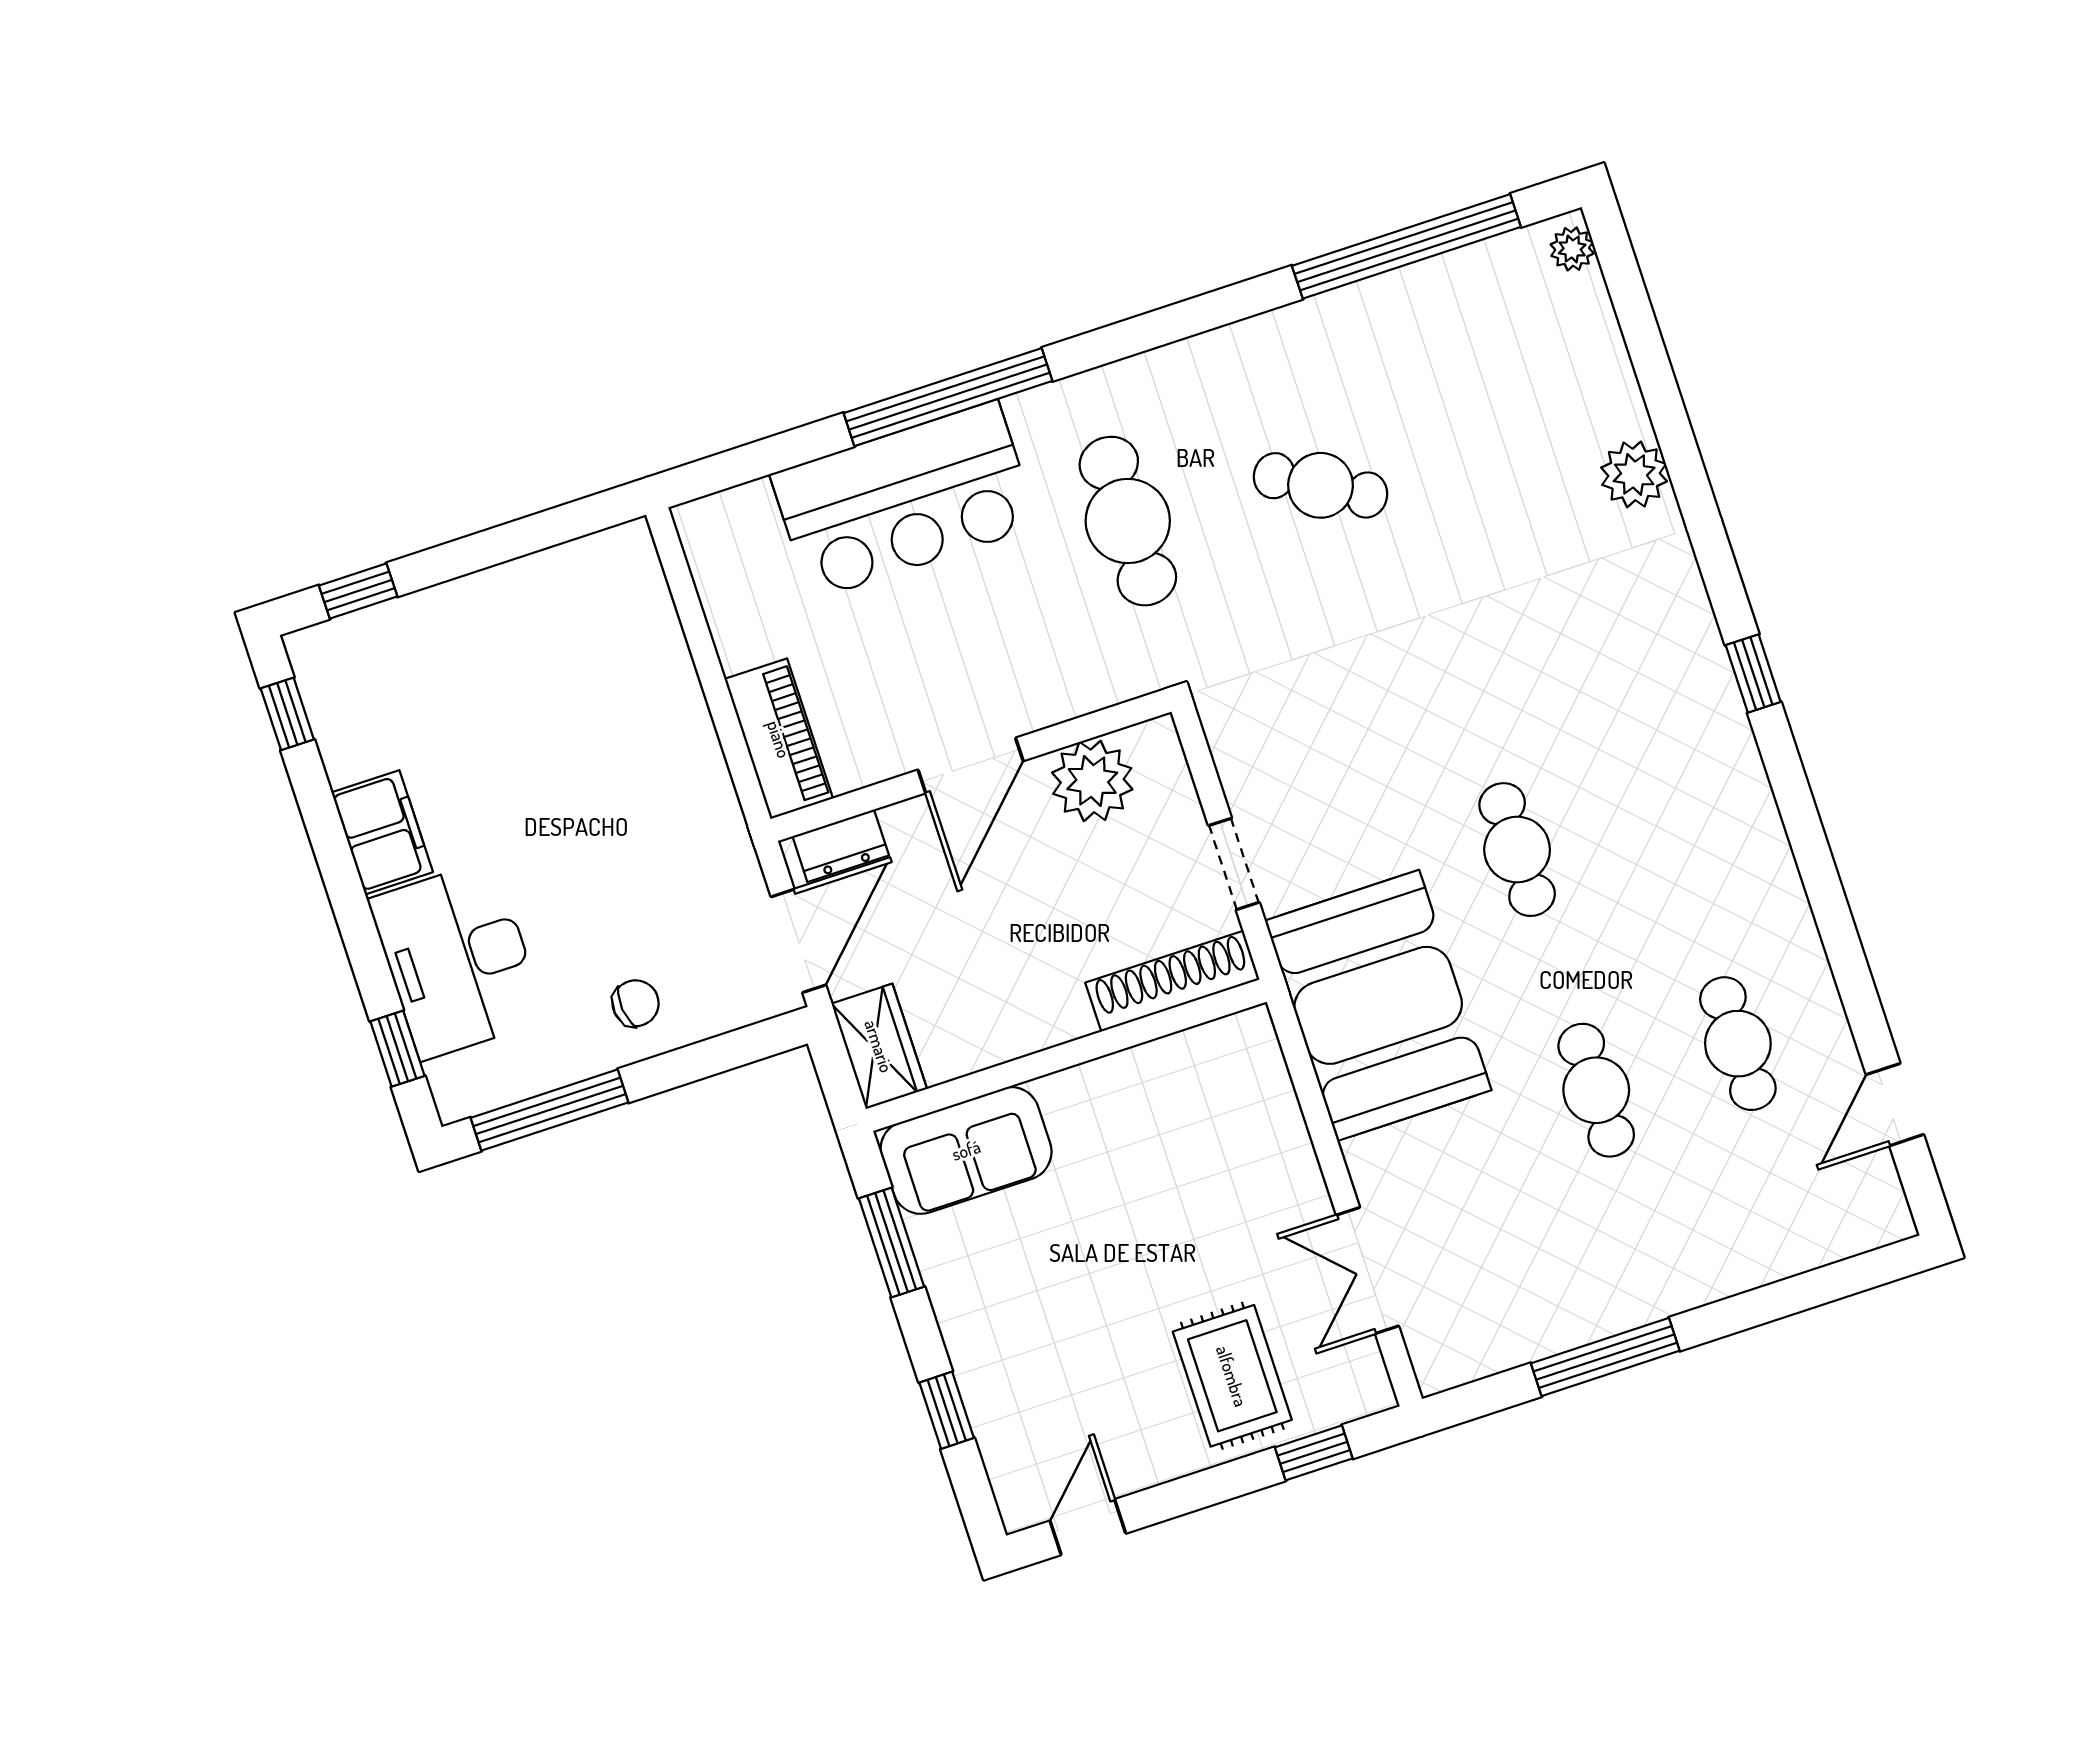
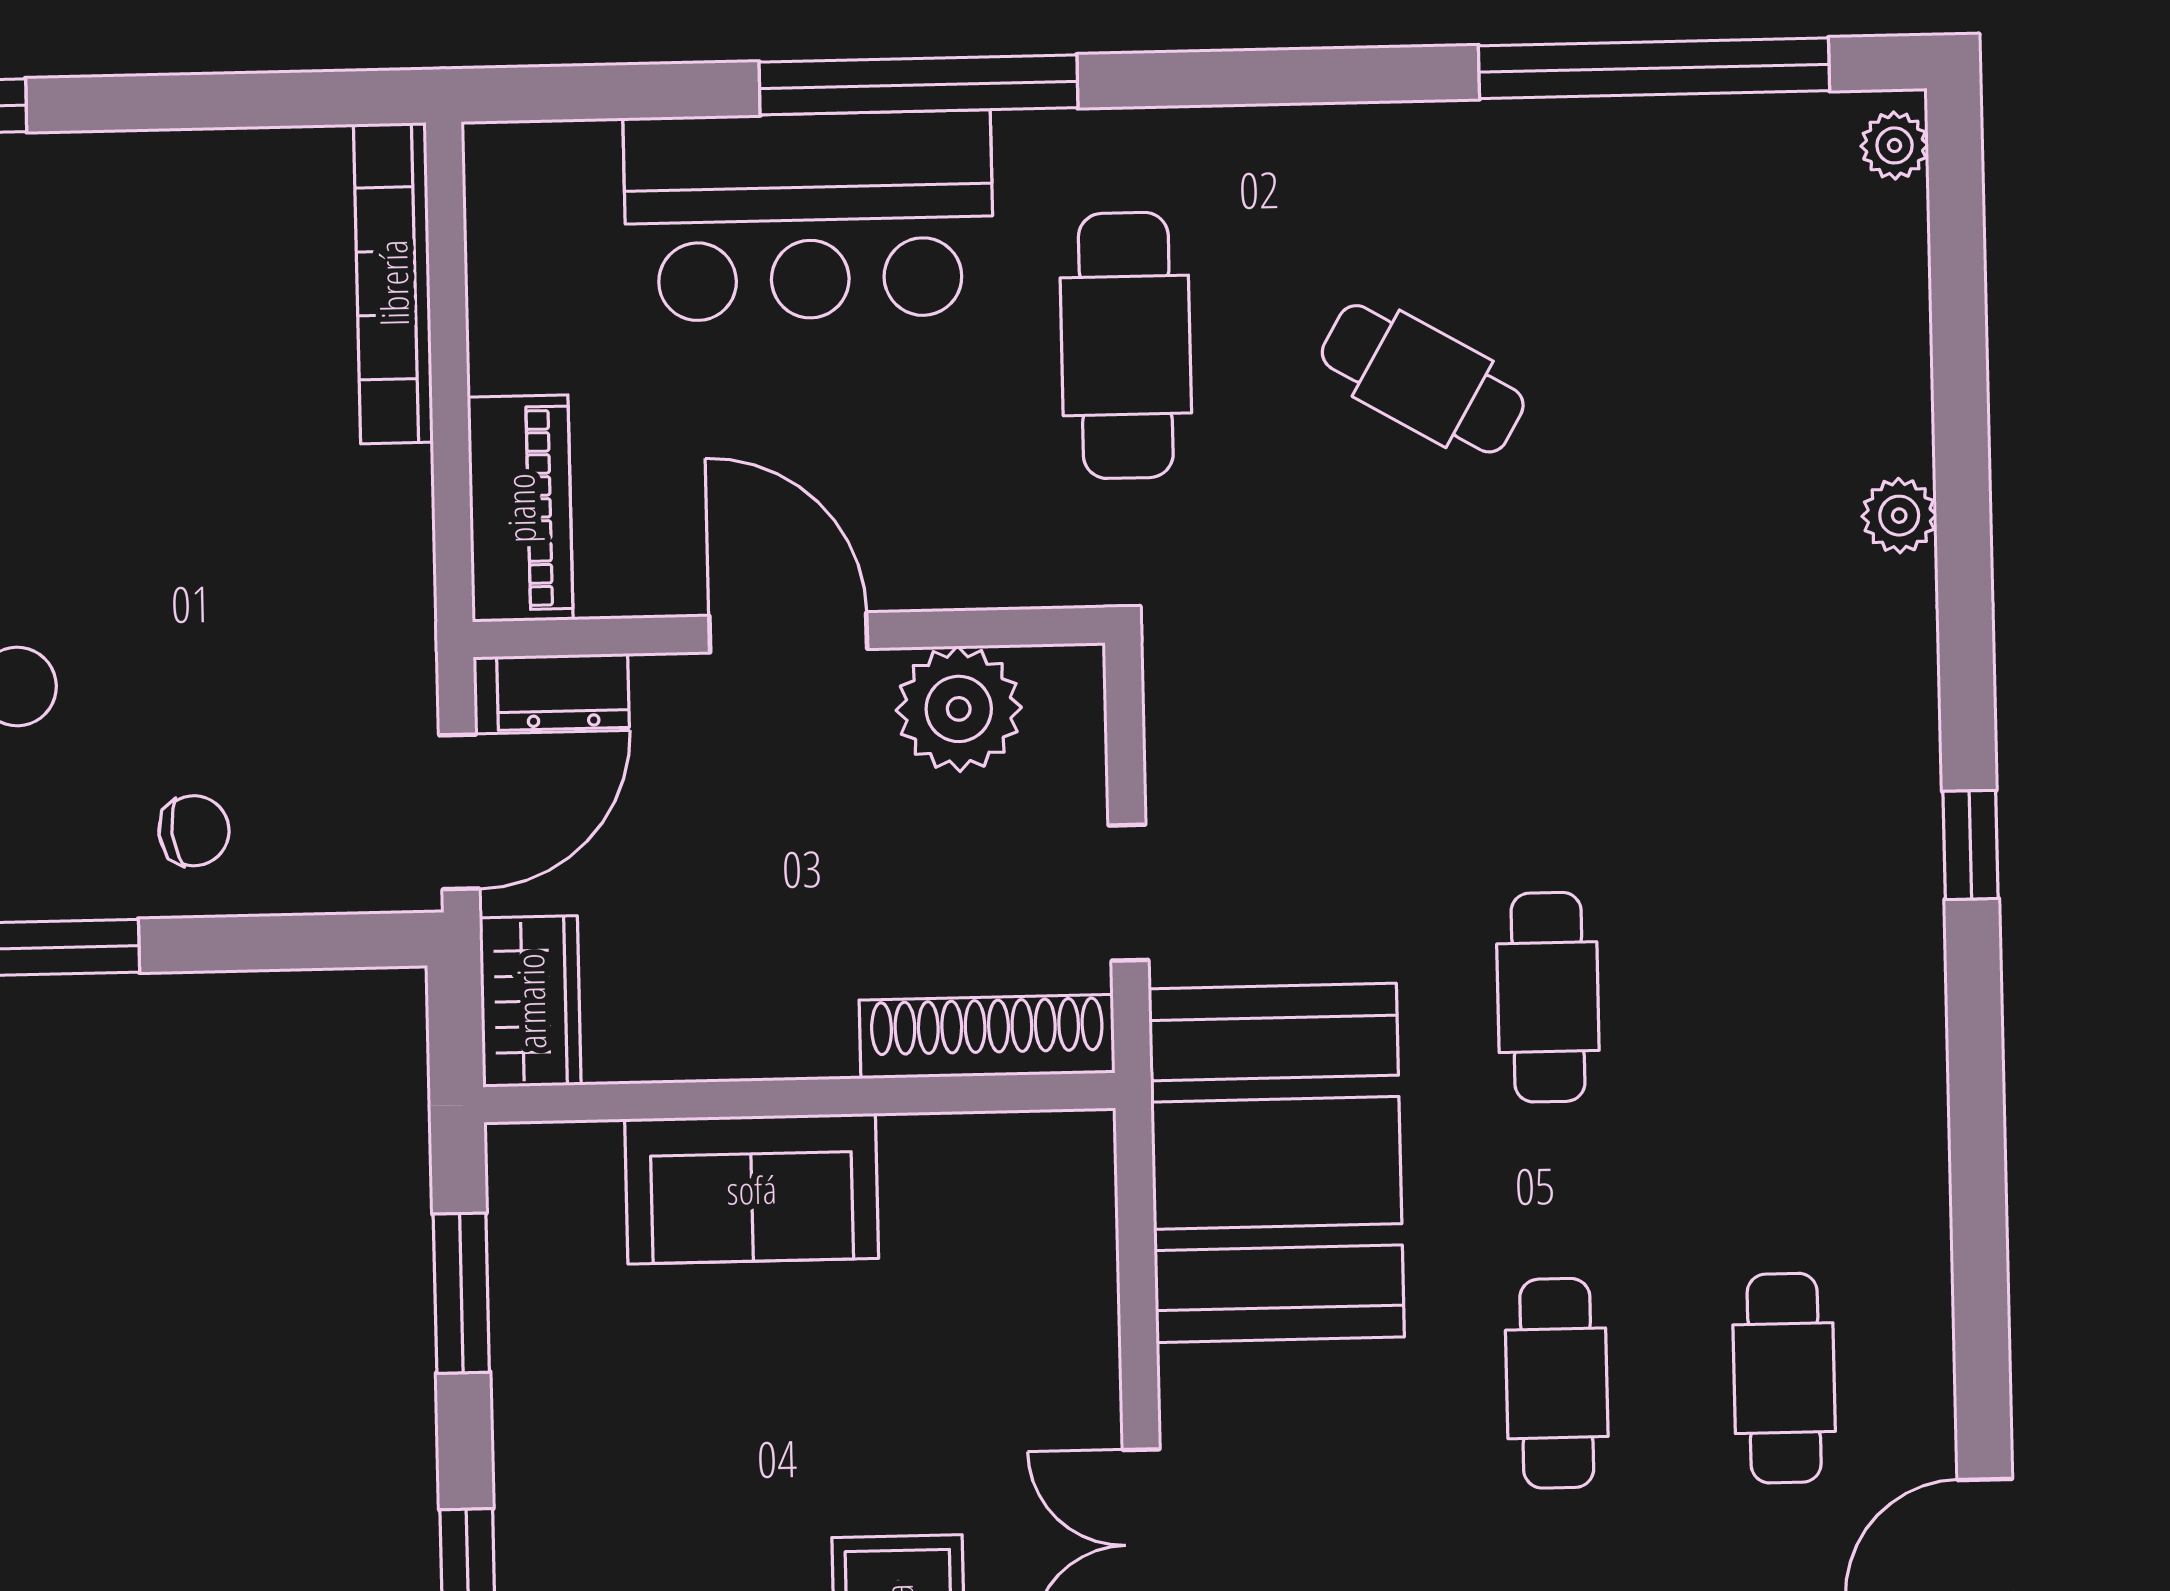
plant: (1634, 474) -> (1899, 516), width x0.73, depth x0.73
bookcase: (656, 622) -> (393, 283), added
door: (971, 765) -> (788, 632), swing flipped
sofa: (966, 1150) -> (752, 1189), moved

